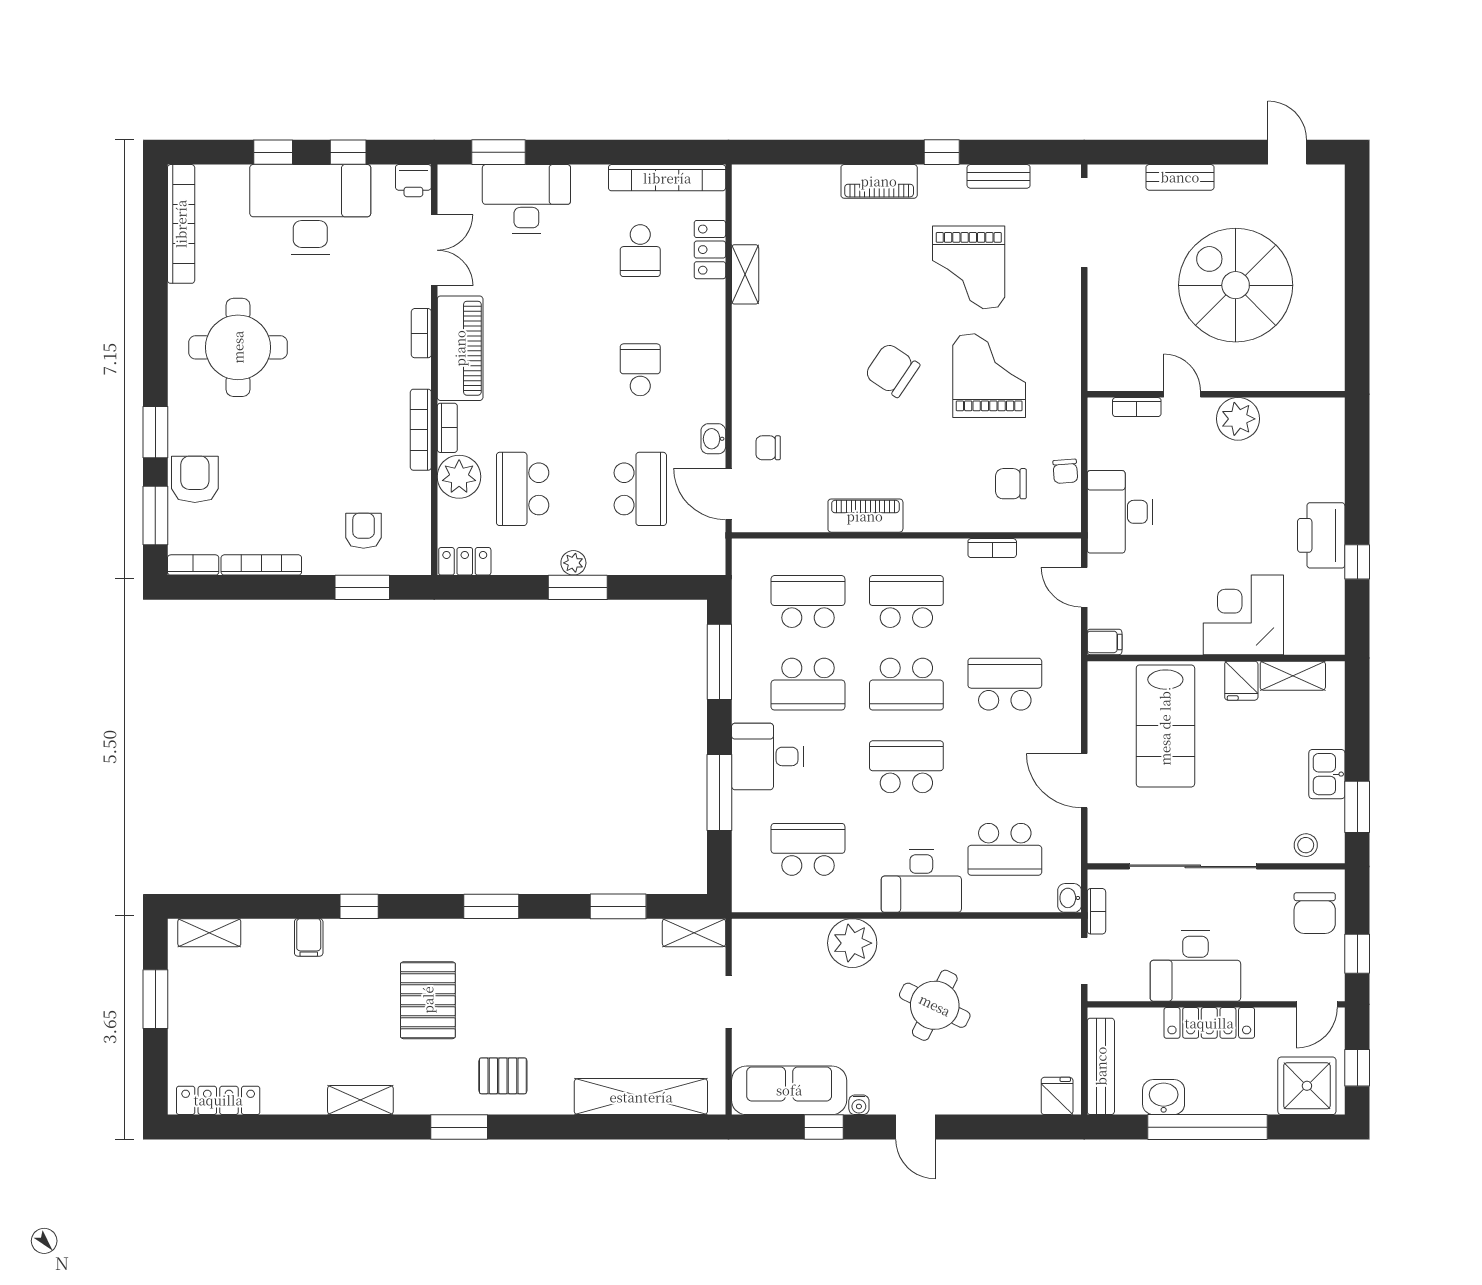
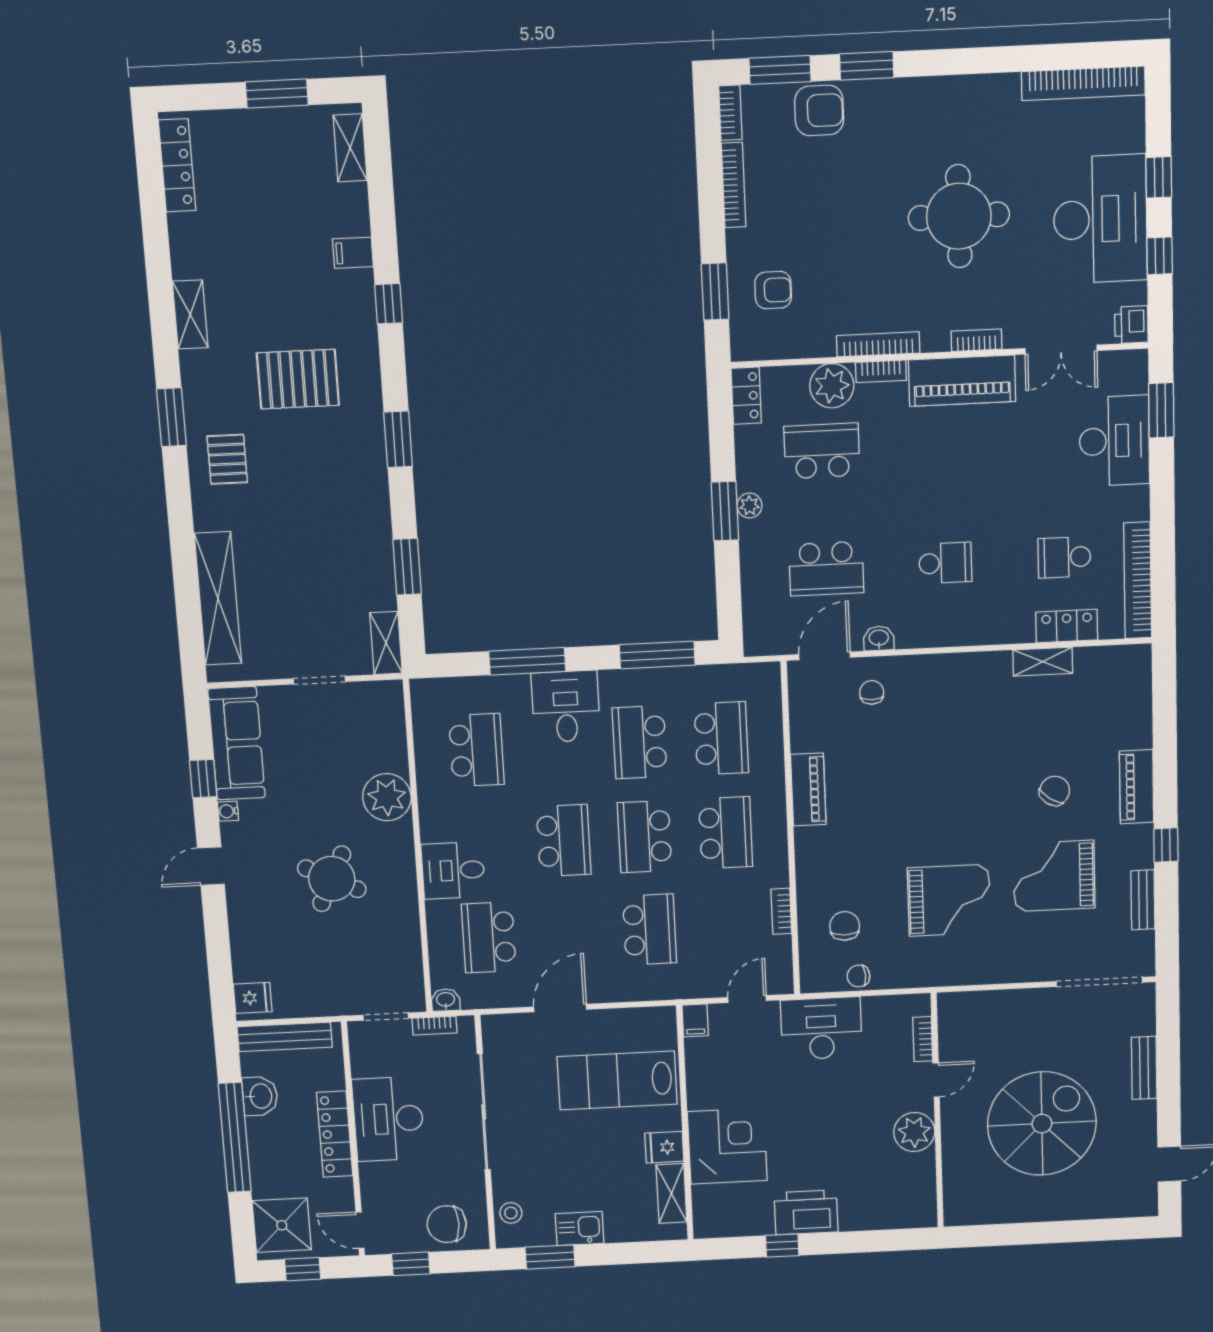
round table: (238, 347) -> (959, 216), moved
chair: (892, 370) -> (1055, 791), moved, width x0.73, depth x0.73
desk: (921, 881) -> (453, 870), width x0.73

